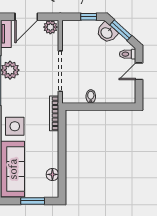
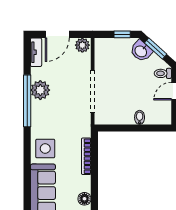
bidet: (91, 96) -> (140, 117), moved
bookcase: (54, 113) -> (86, 156), moved

